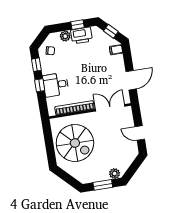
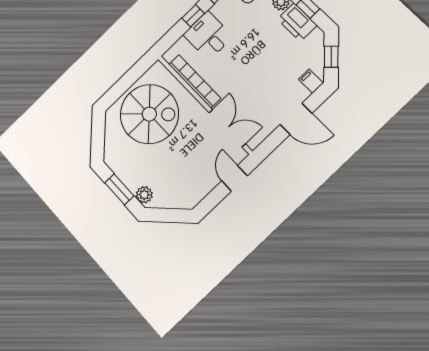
door: (131, 80) -> (296, 119), moved
door: (140, 133) -> (234, 178), moved
spiral stairs: (75, 143) -> (149, 114), turned -90

